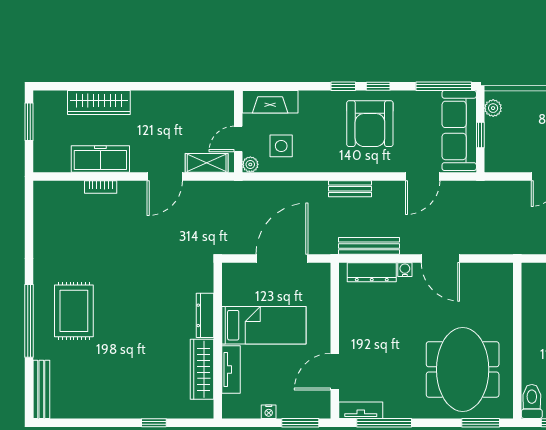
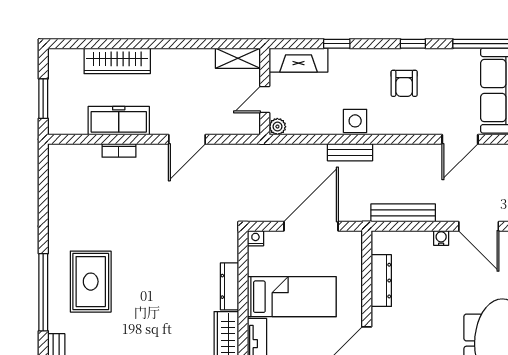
window: (343, 86) -> (337, 44), moved
window: (29, 122) -> (43, 99), moved
armchair: (370, 124) -> (404, 83), width x0.53, depth x0.53
side table: (281, 146) -> (355, 121), moved
shelving: (207, 163) -> (238, 58), moved
bench: (350, 189) -> (350, 152), moved
nightstand: (230, 270) -> (255, 238), added
dresser: (372, 272) -> (381, 281), moved, turned -90

